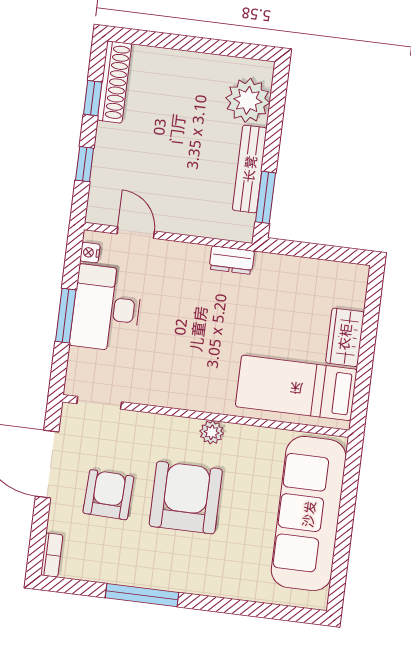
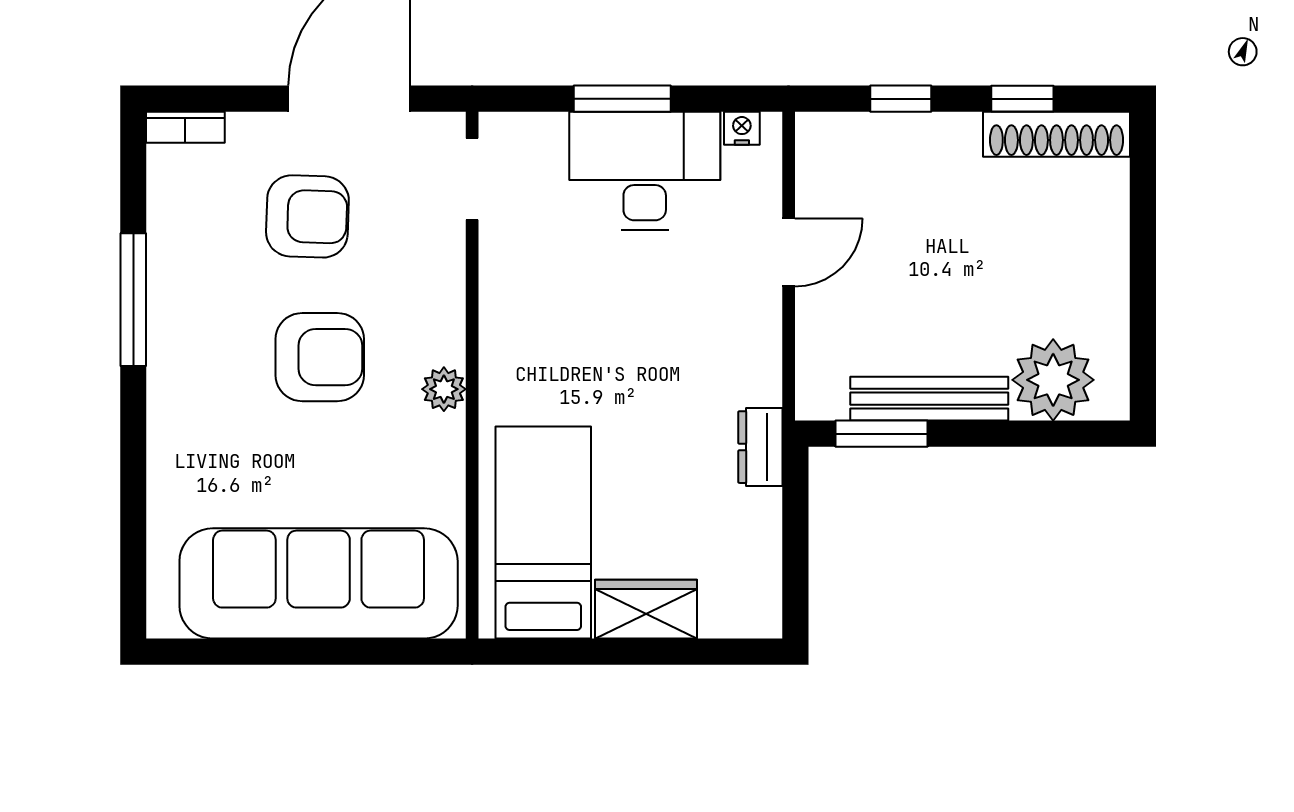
door: (136, 233) -> (789, 252), moved
dresser: (232, 260) -> (760, 447), moved
armchair: (186, 498) -> (320, 357), width x0.73, depth x0.73

